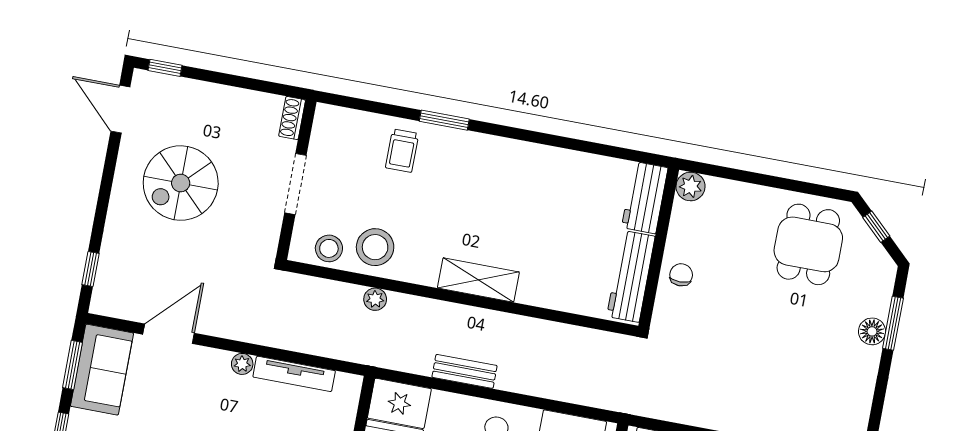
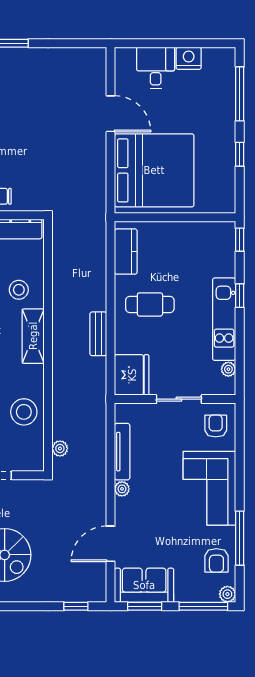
stool: (329, 248) -> (19, 290), moved
plant: (375, 299) -> (60, 448), moved
floor lamp: (872, 331) -> (18, 57), removed
door: (169, 334) -> (111, 544), hinge flipped

